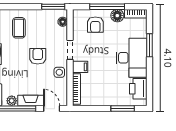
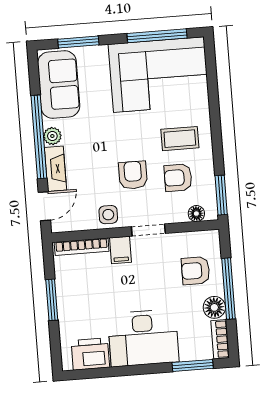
armchair: (41, 31) -> (178, 178), added
window: (150, 45) -> (193, 365), moved
armchair: (38, 56) -> (133, 175), turned -90
window: (123, 109) -> (52, 300), moved

